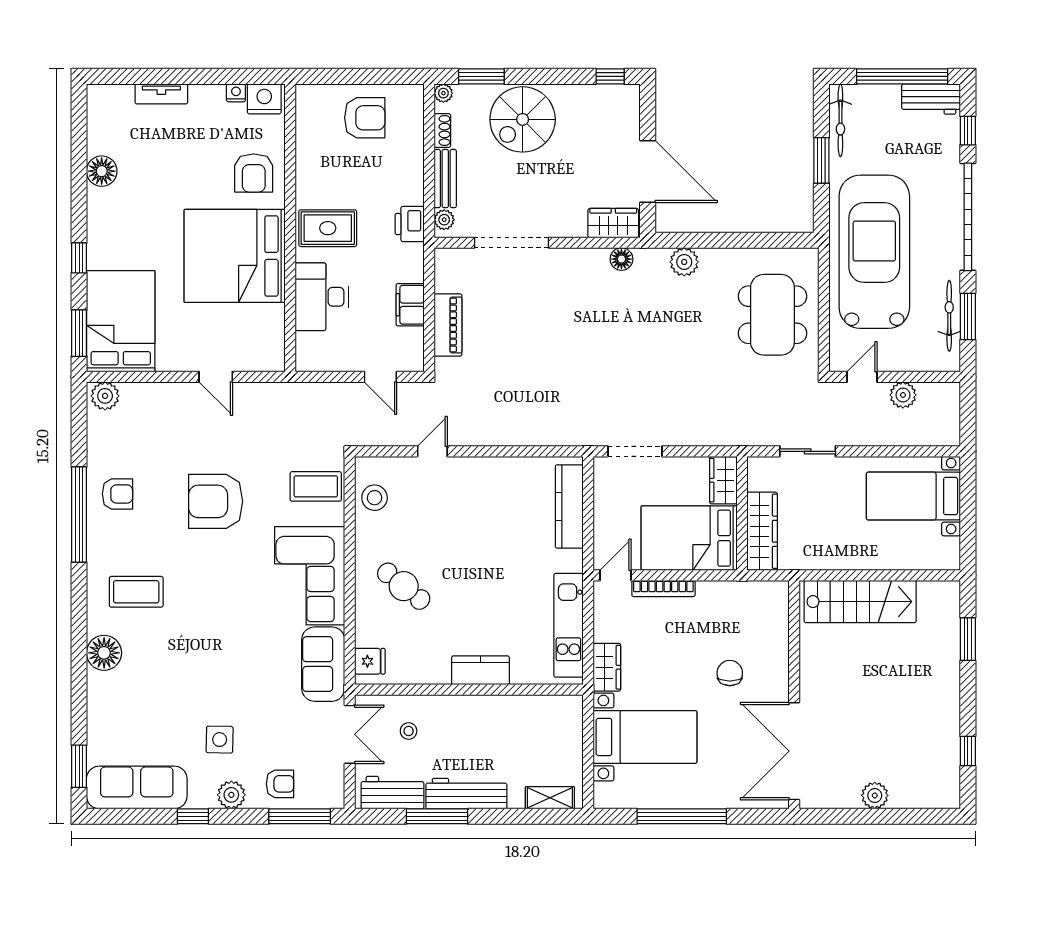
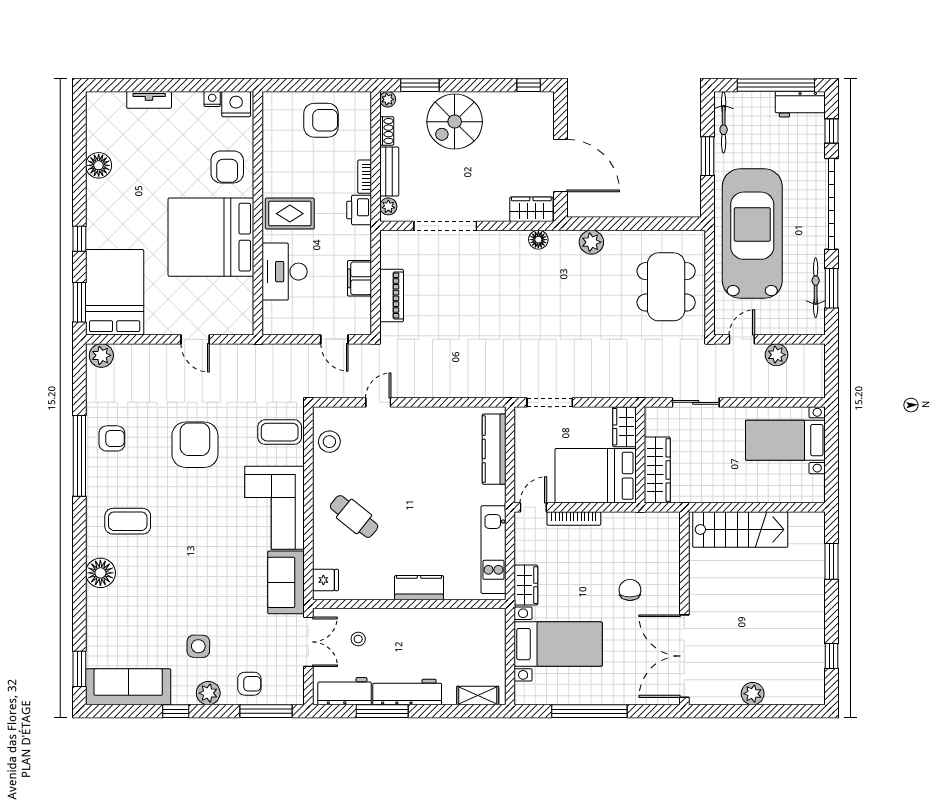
bookcase: (416, 185) -> (365, 177), added
armchair: (216, 501) -> (195, 445), turned 90

